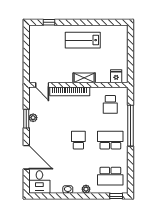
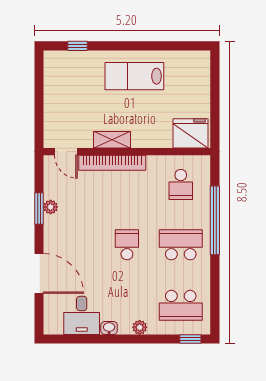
fridge: (116, 76) -> (191, 133), width x1.88, depth x1.34
shelving: (84, 78) -> (112, 140), moved
desk: (39, 182) -> (82, 315), moved

